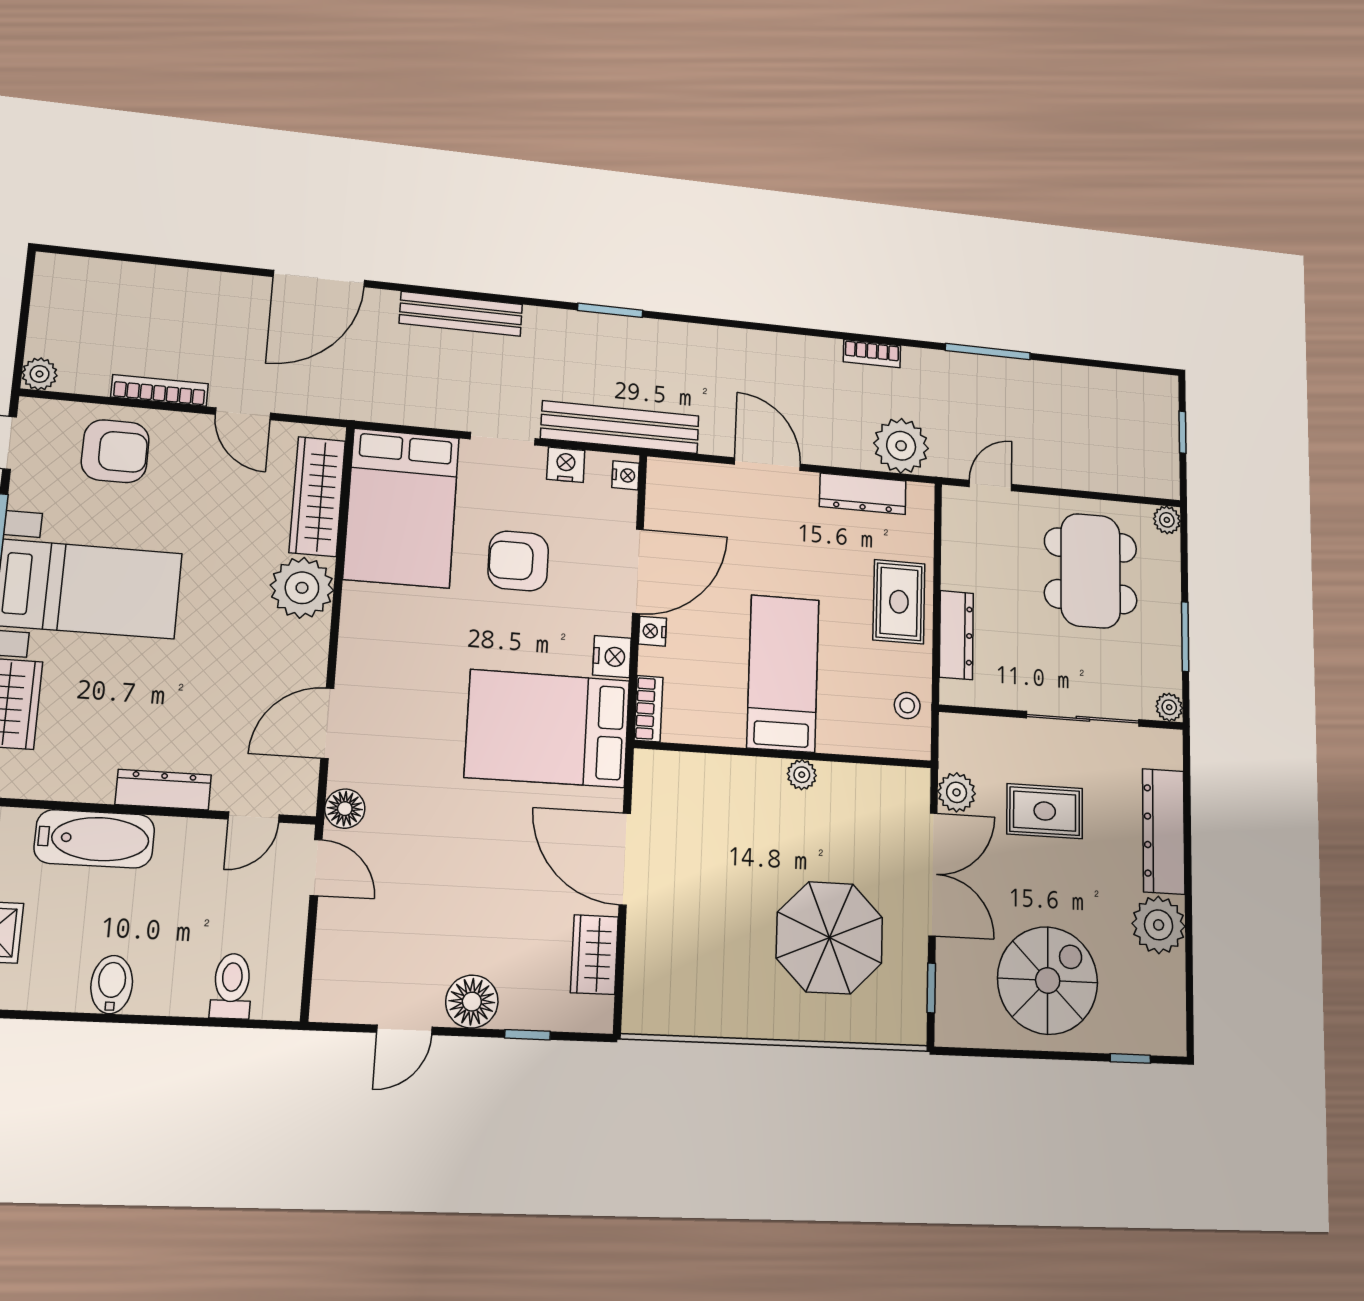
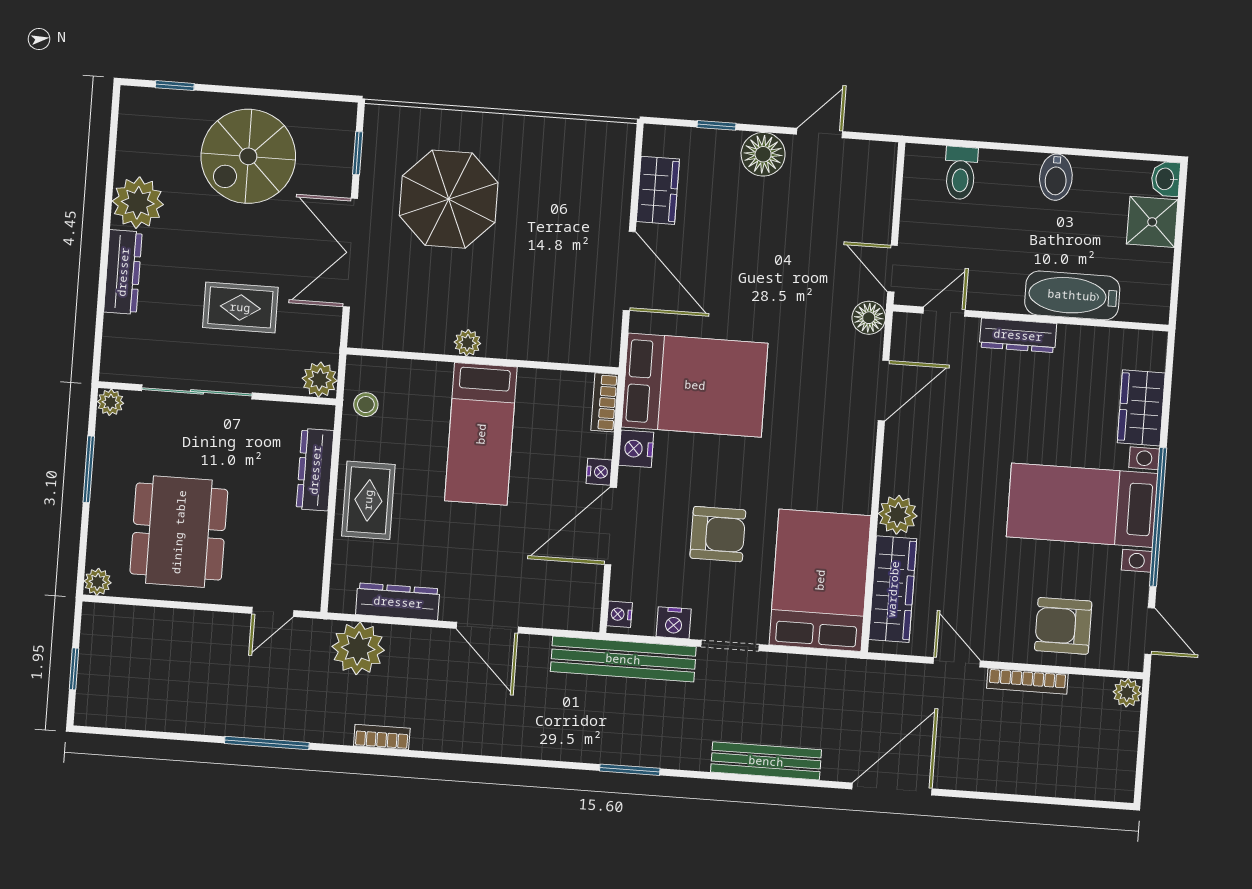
plant: (302, 588) -> (898, 515), width x0.73, depth x0.73
plant: (957, 792) -> (320, 380), moved
dresser: (1164, 831) -> (123, 272), width x0.73, depth x0.80

